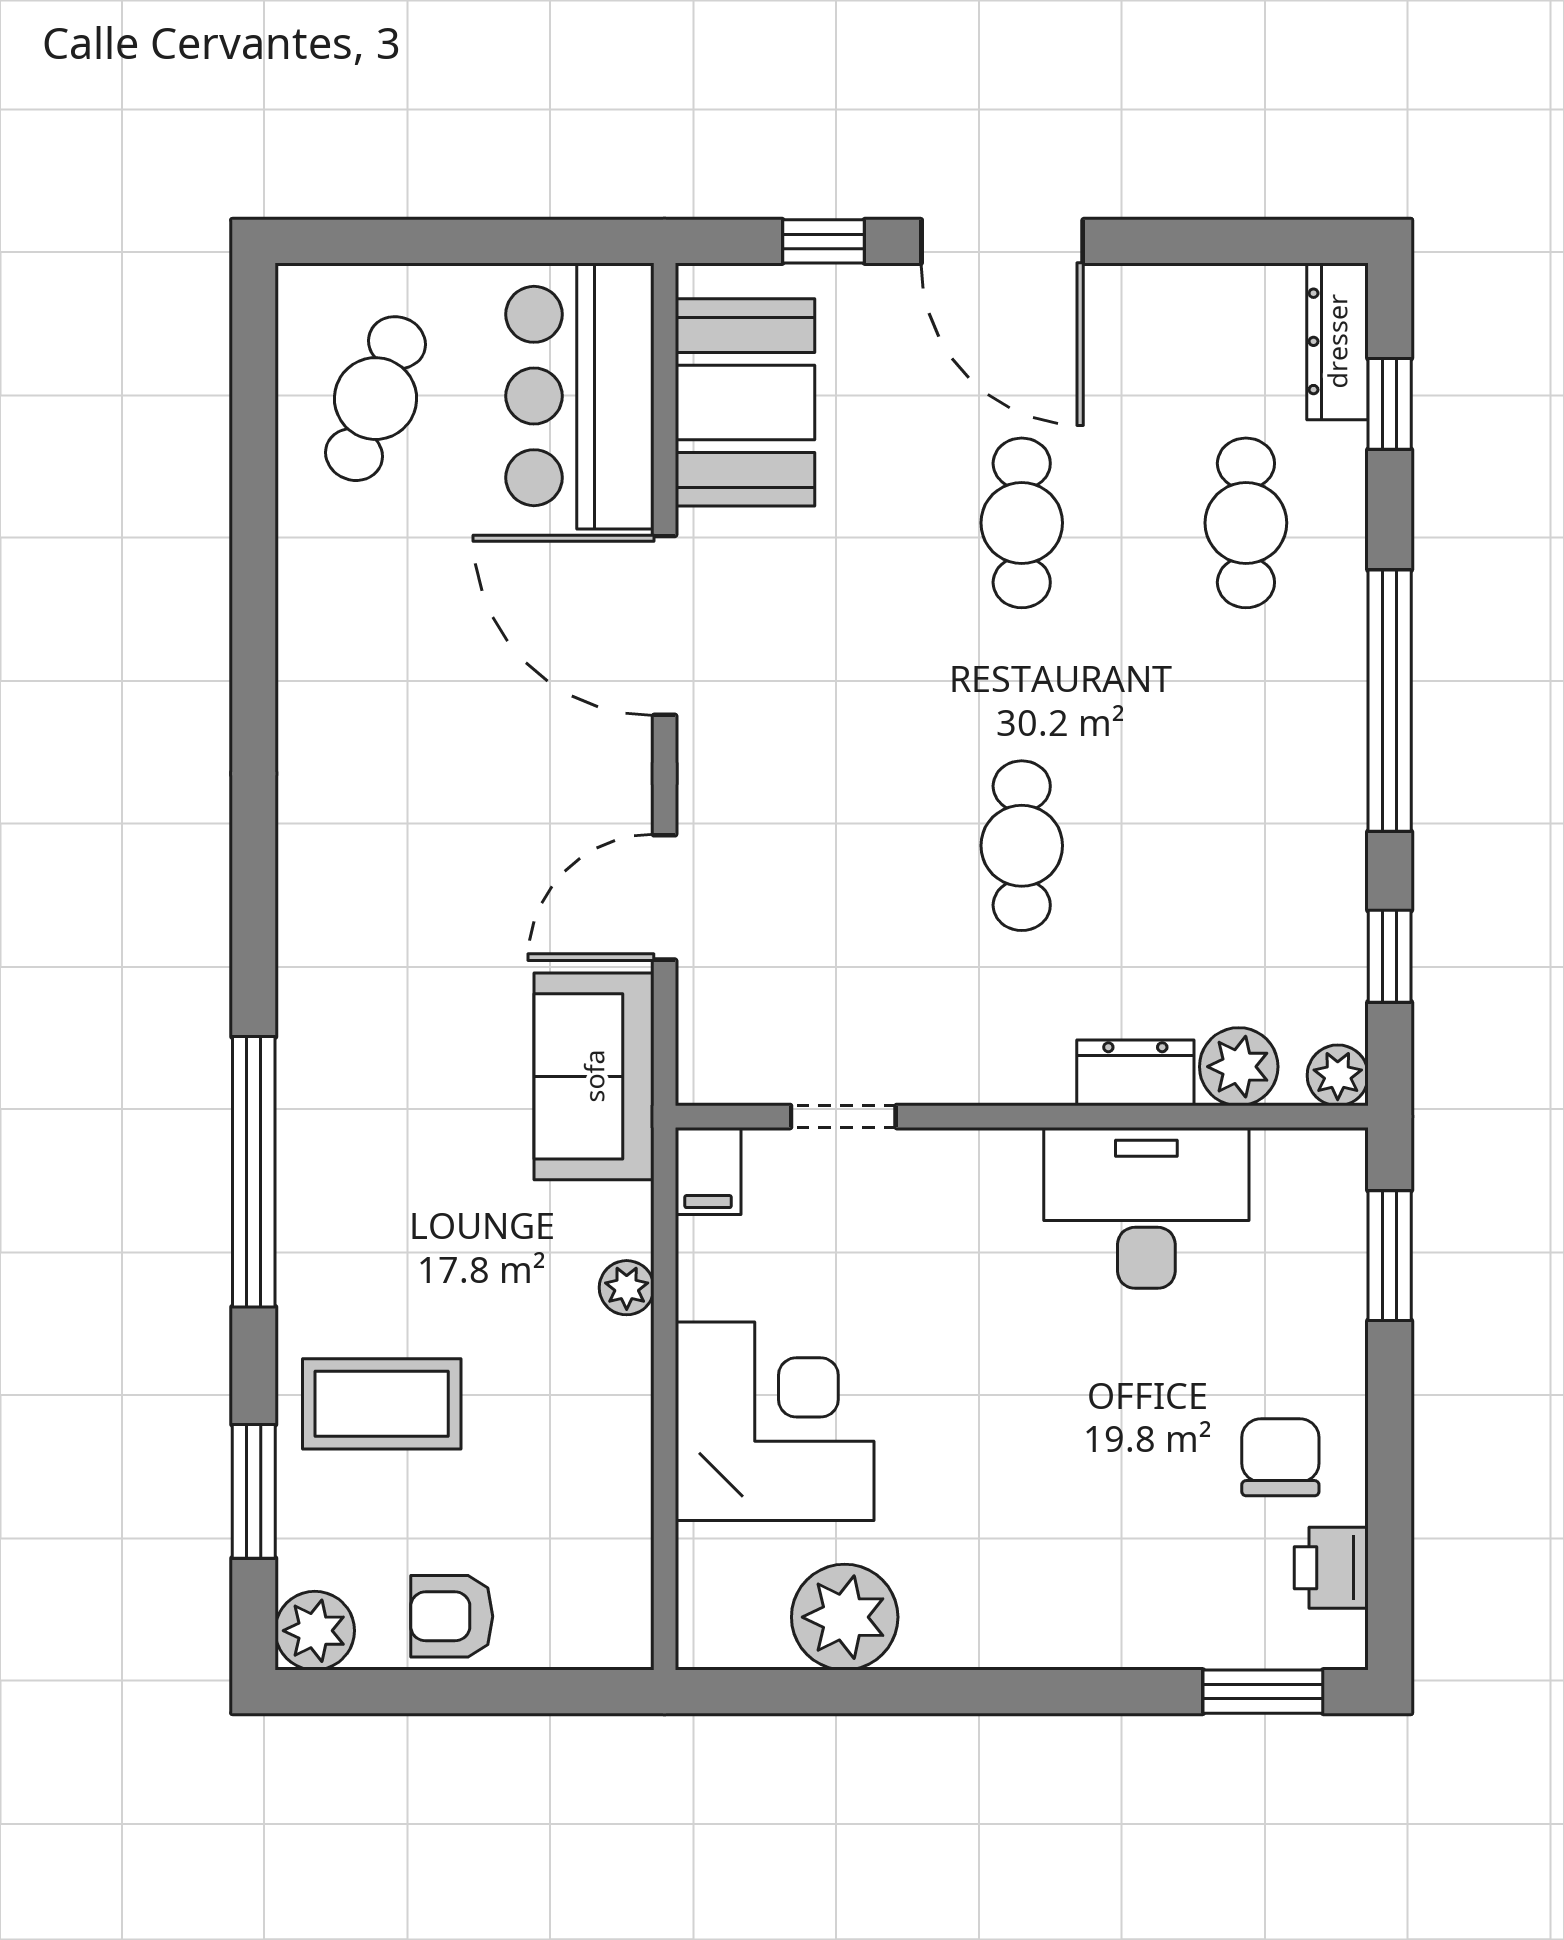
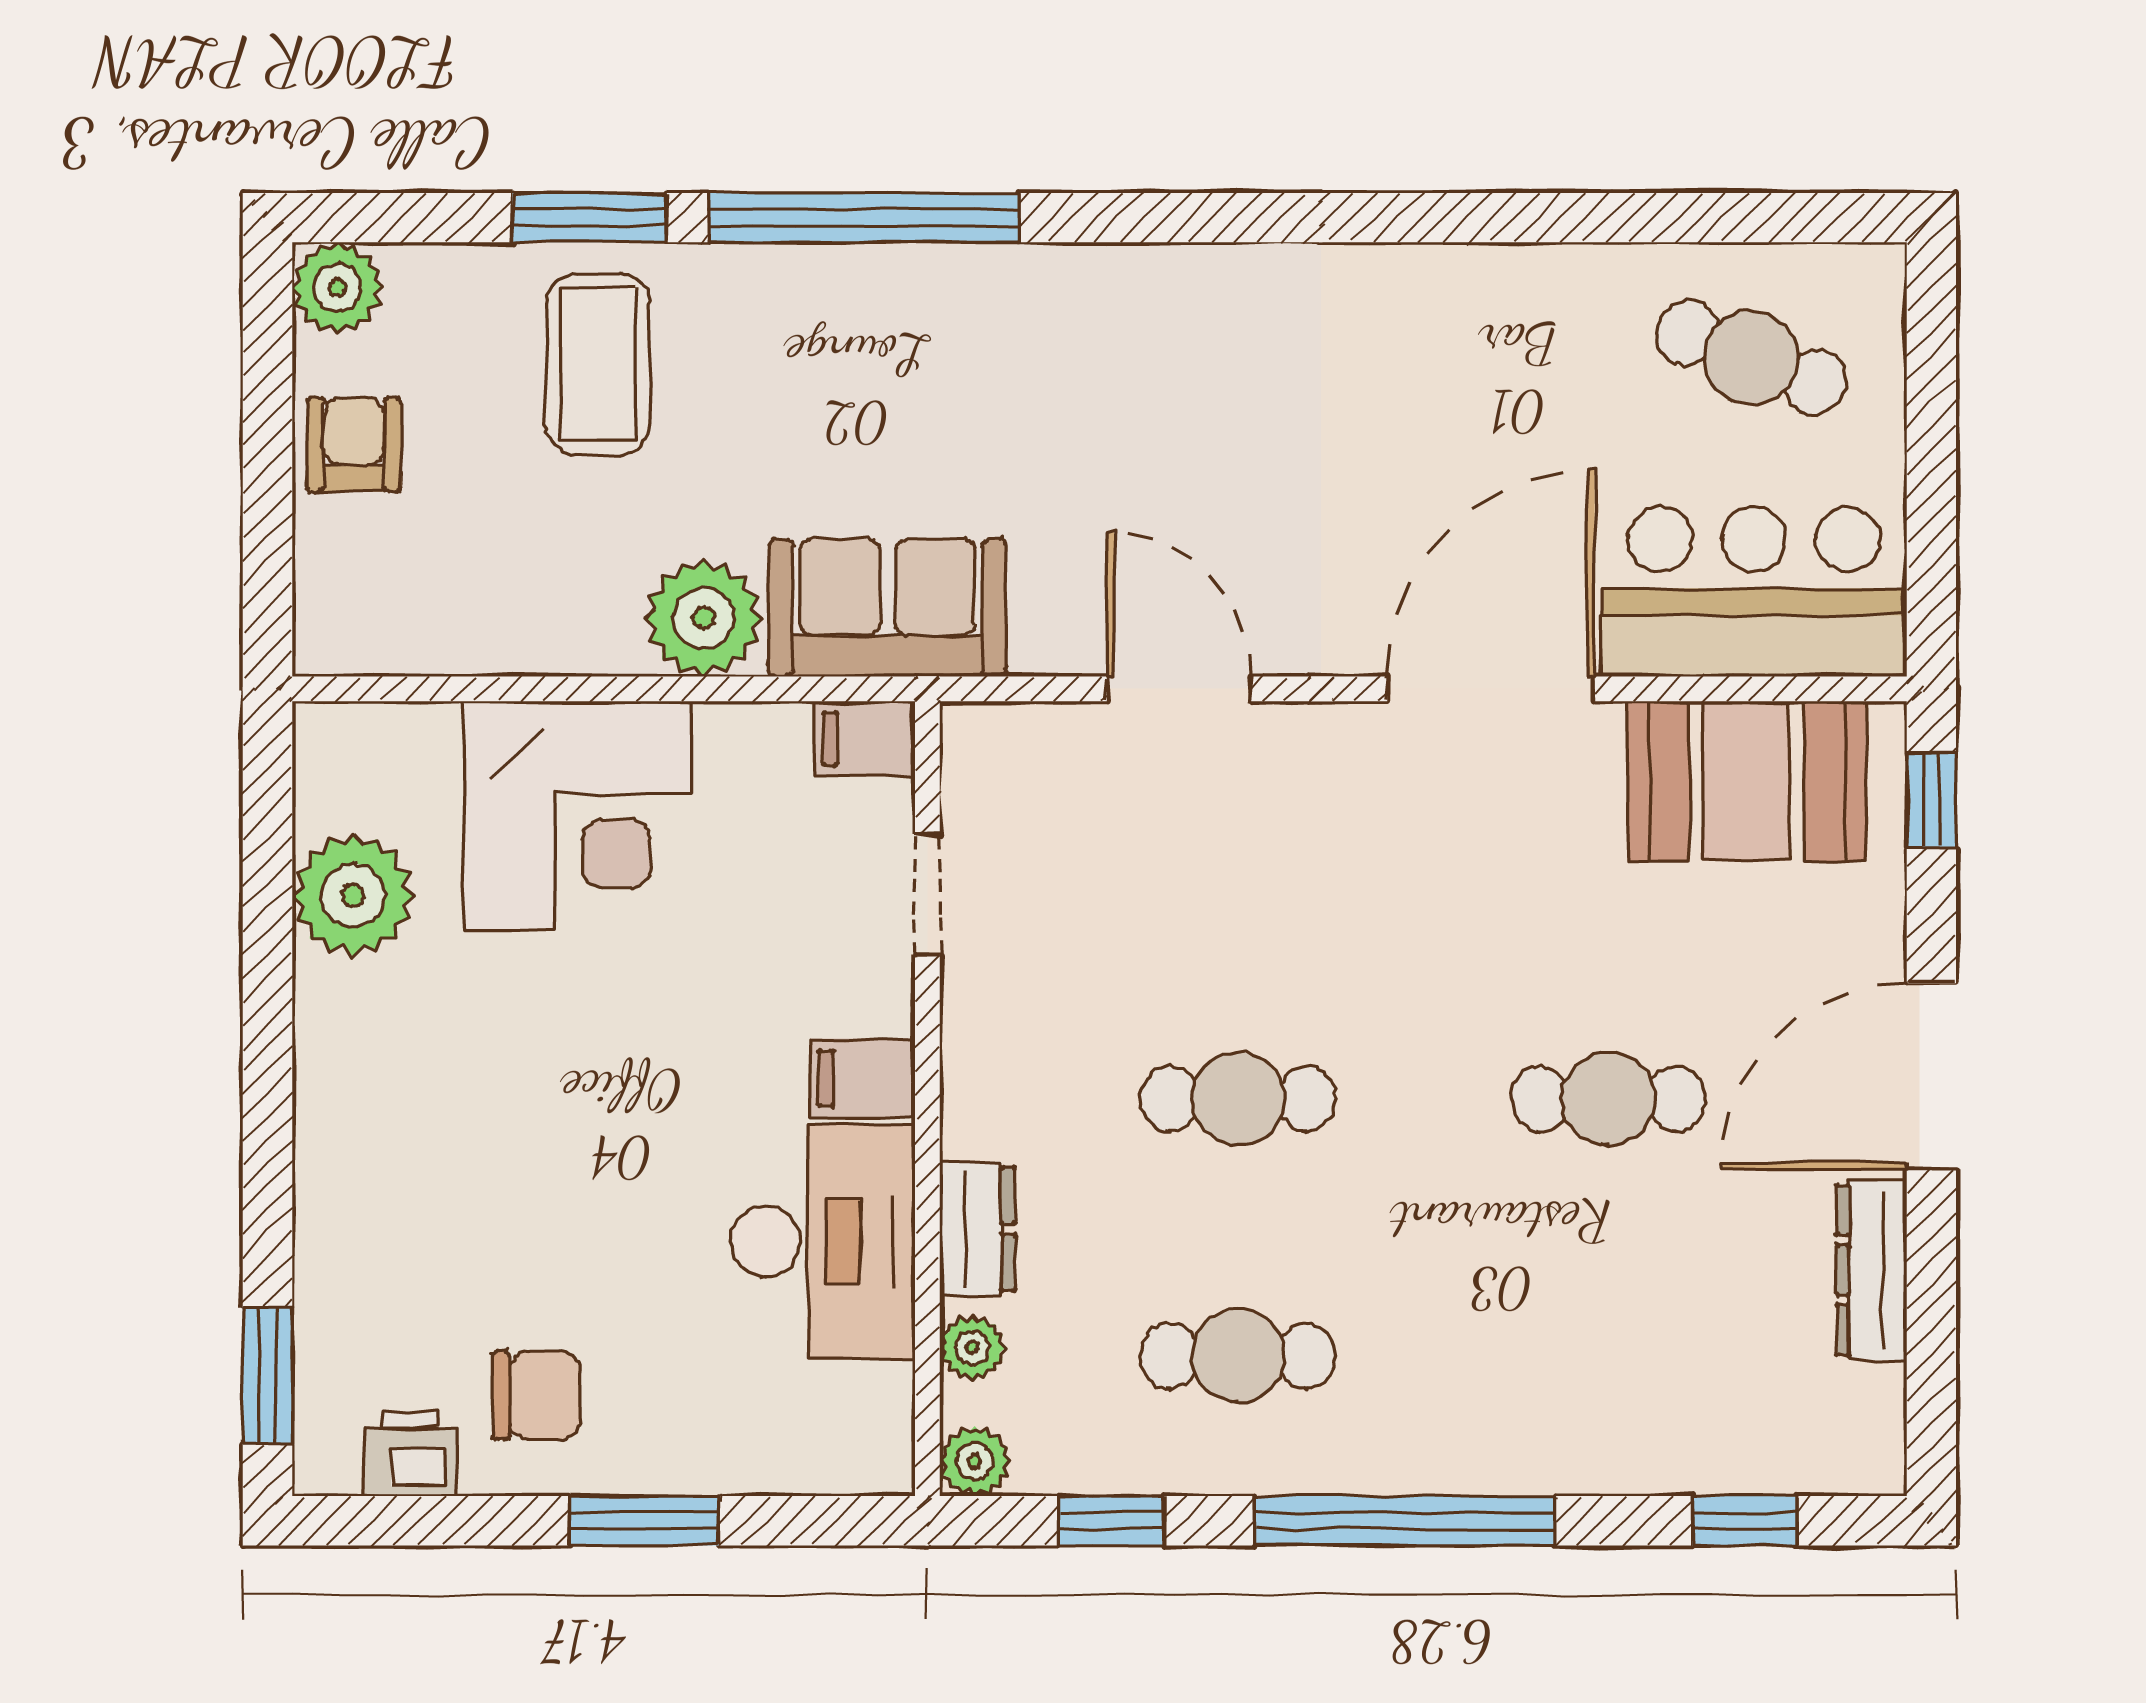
window: (823, 241) -> (1931, 800), moved
dresser: (1337, 341) -> (1872, 1270), moved, turned -90
cafe table: (1246, 523) -> (1238, 1356), moved
plant: (1239, 1067) -> (972, 1348), width x0.73, depth x0.73
sofa: (594, 1076) -> (888, 608), moved
filing cabinet: (1004, 1173) -> (863, 1078), added
window: (1390, 1256) -> (644, 1521), moved
plant: (627, 1288) -> (704, 618), width x1.88, depth x1.88
window: (254, 1491) -> (589, 218), moved

